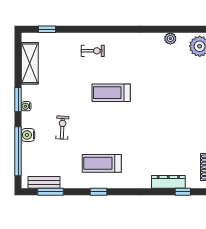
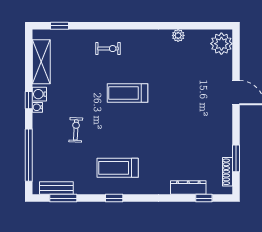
plant: (170, 39) -> (178, 35), moved
window: (18, 100) -> (29, 100), width x0.67
water cooler: (28, 135) -> (39, 94), moved

